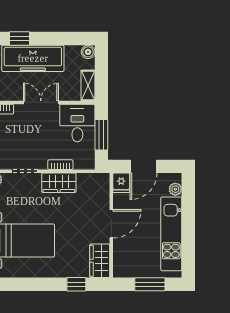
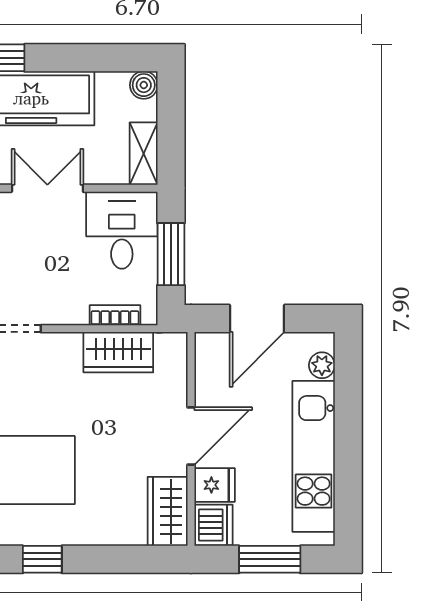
bookcase: (60, 165) -> (115, 315), moved
wardrobe: (59, 183) -> (118, 352), moved
fridge: (121, 183) -> (215, 485), moved, turned -90
dishwasher: (122, 267) -> (213, 525), added
window: (76, 284) -> (42, 559), moved

